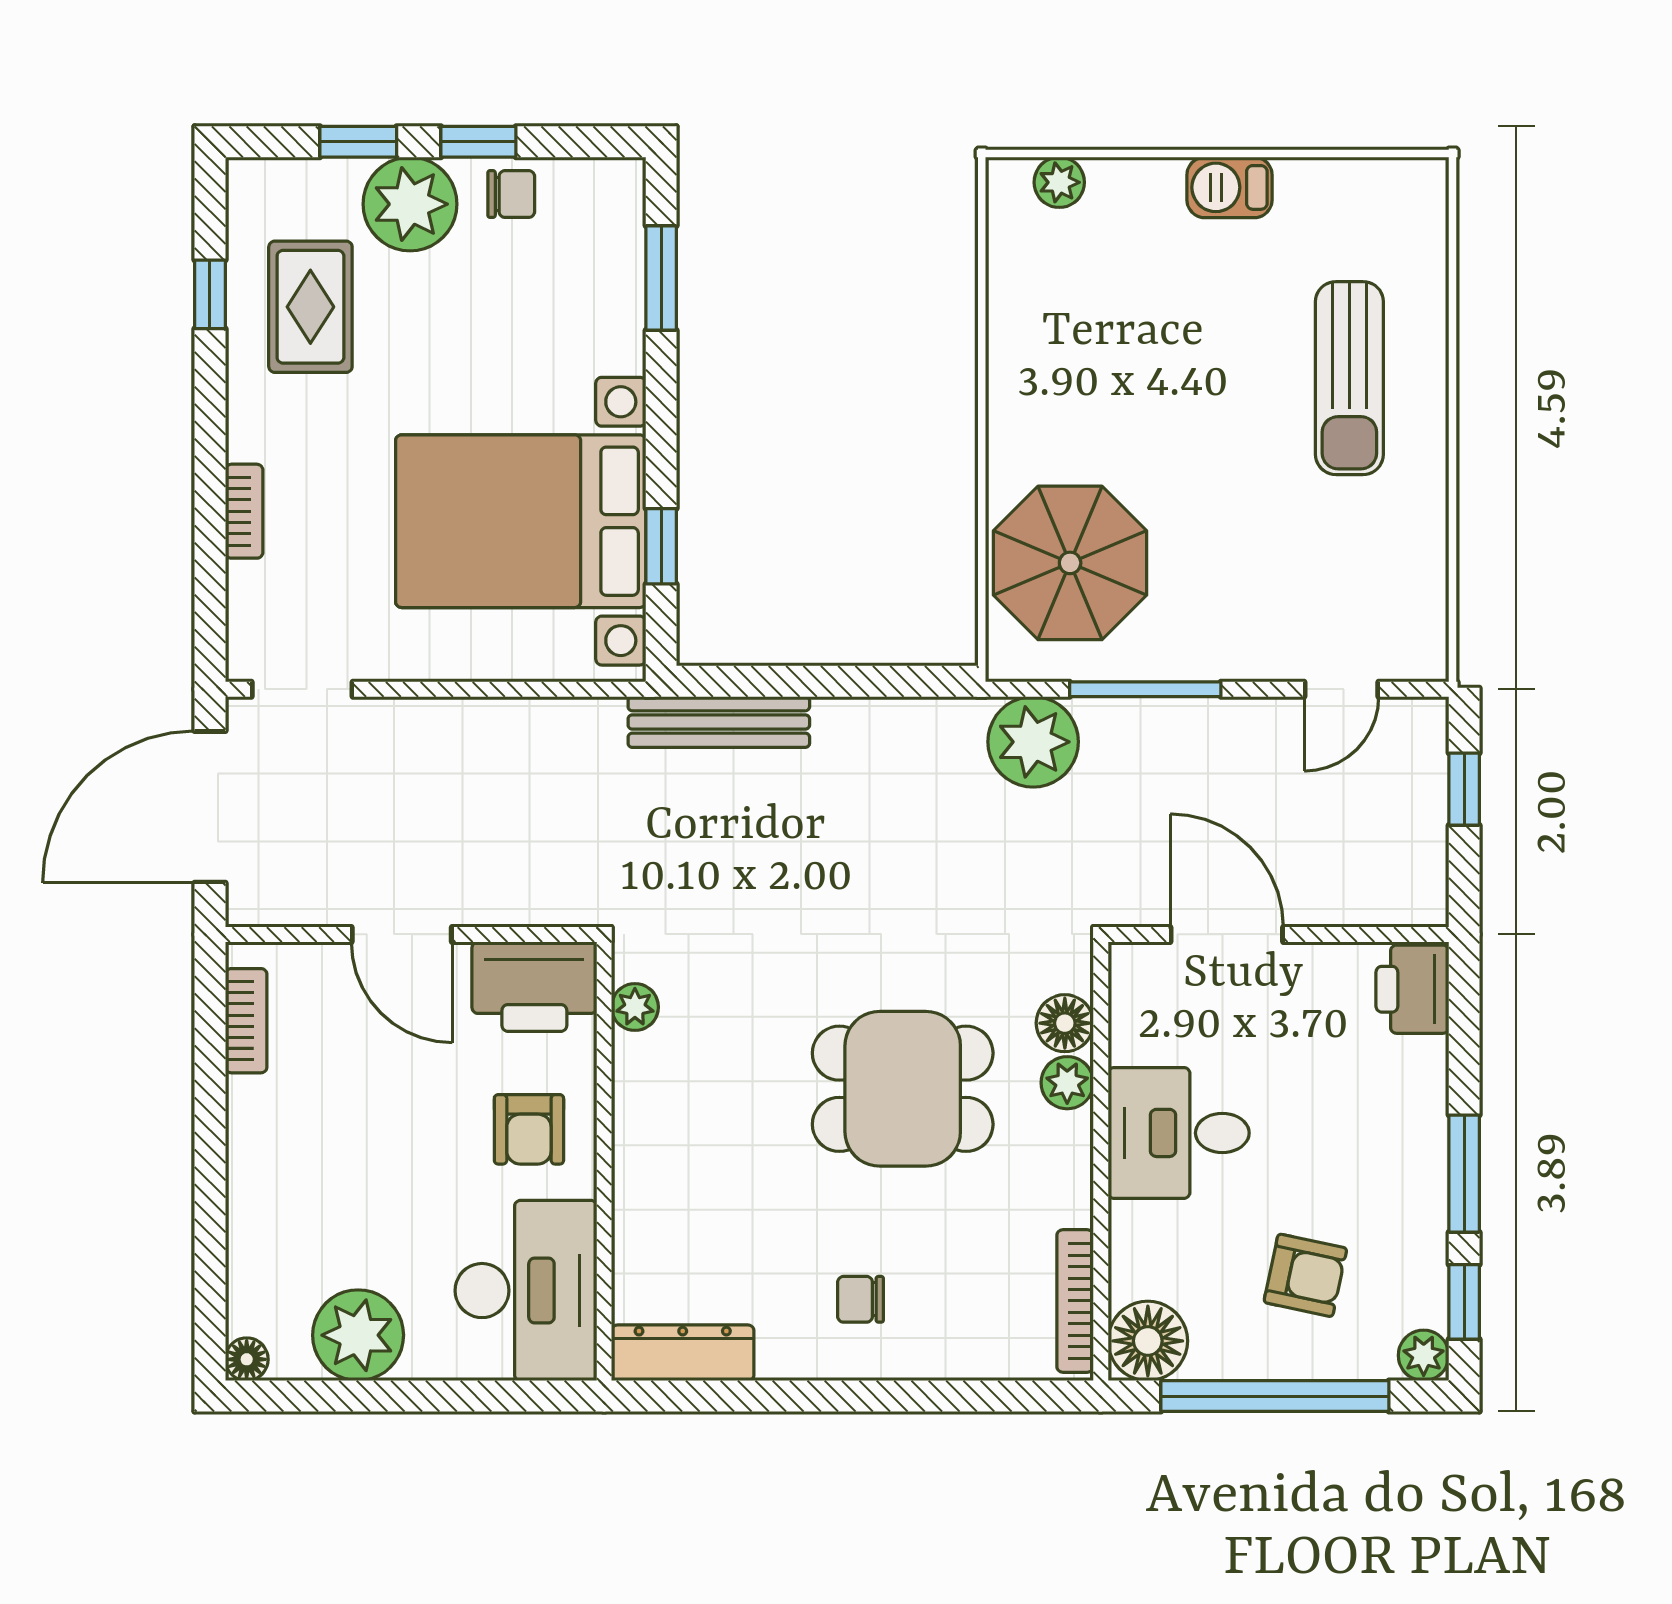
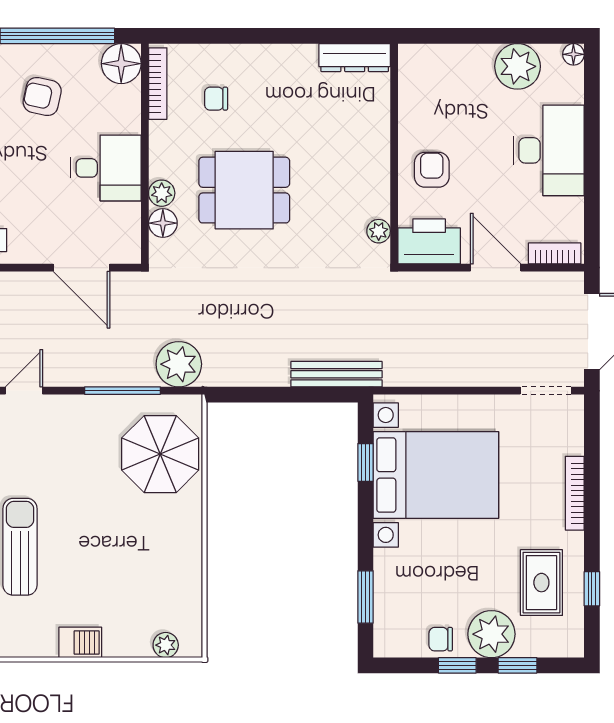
bookcase: (244, 511) -> (575, 493), width x1.56
bookcase: (246, 1021) -> (555, 253), moved, turned 90
desk: (526, 1291) -> (549, 150), moved, turned 180
chair: (861, 1299) -> (216, 99), moved, turned 180

